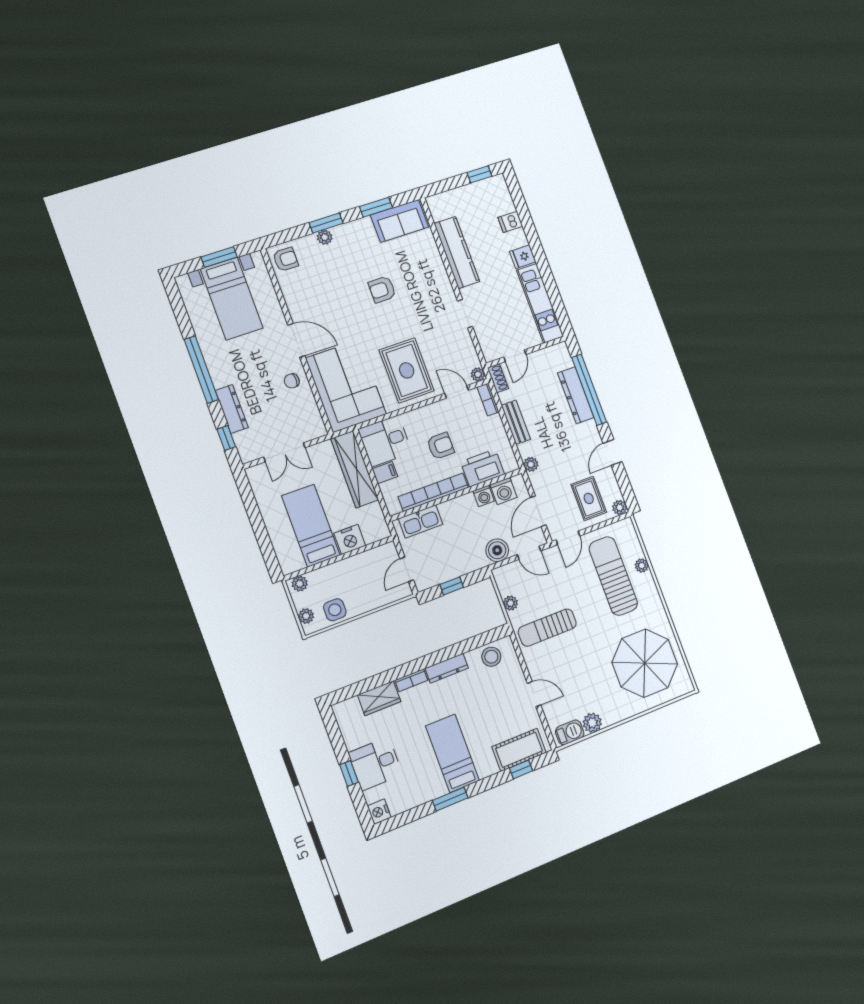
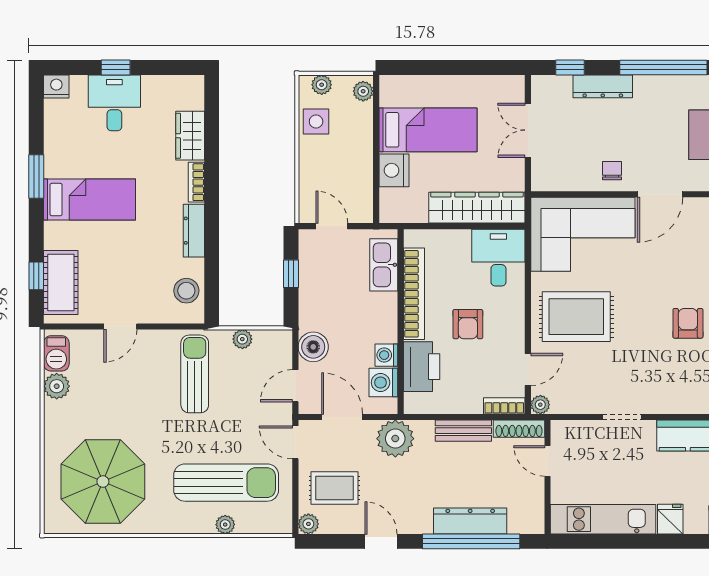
shoe rack: (498, 378) -> (519, 429), width x1.43
plant: (531, 464) -> (395, 439), width x1.88, depth x1.88
filing cabinet: (385, 473) -> (459, 243), removed

